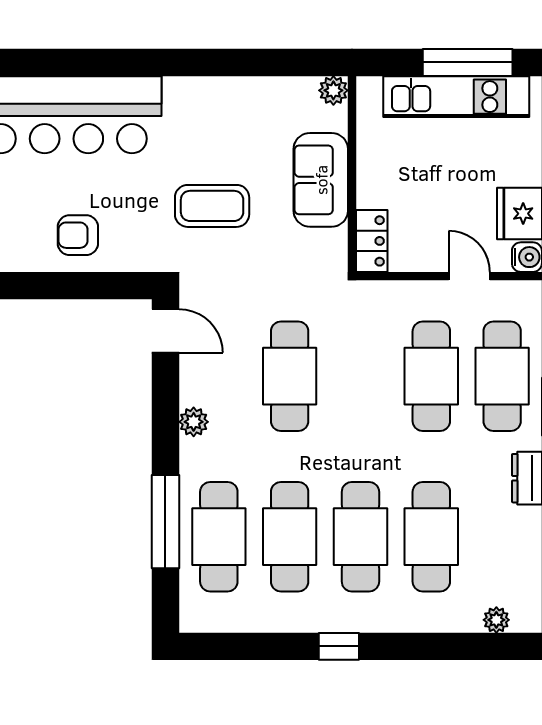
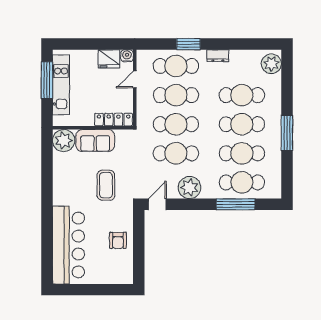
plant: (333, 90) -> (64, 141), width x1.88, depth x1.88
locker: (372, 241) -> (114, 120), width x1.53
cafe table: (360, 376) -> (176, 124), added
plant: (194, 422) -> (189, 188), width x1.88, depth x1.88
plant: (496, 620) -> (271, 64), width x1.87, depth x1.87
window: (339, 646) -> (287, 133), width x2.17

